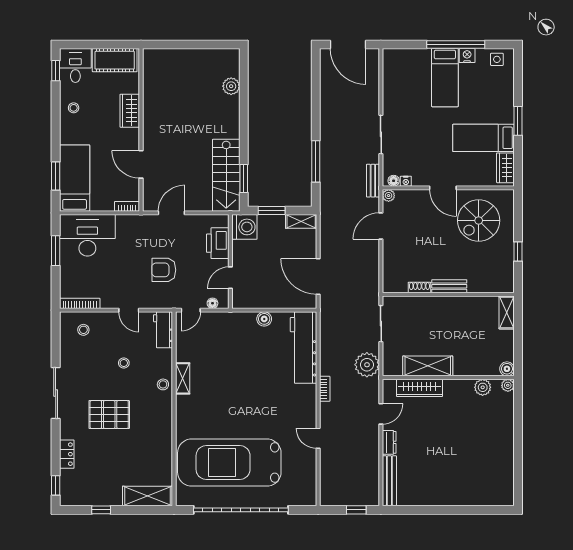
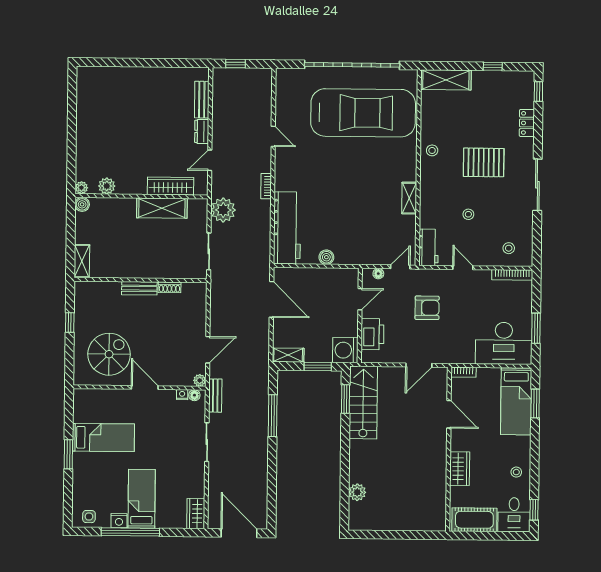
wardrobe: (505, 168) -> (196, 514), moved, turned 180
stool: (163, 384) -> (432, 150), moved
bench: (389, 481) -> (202, 100), width x0.73

